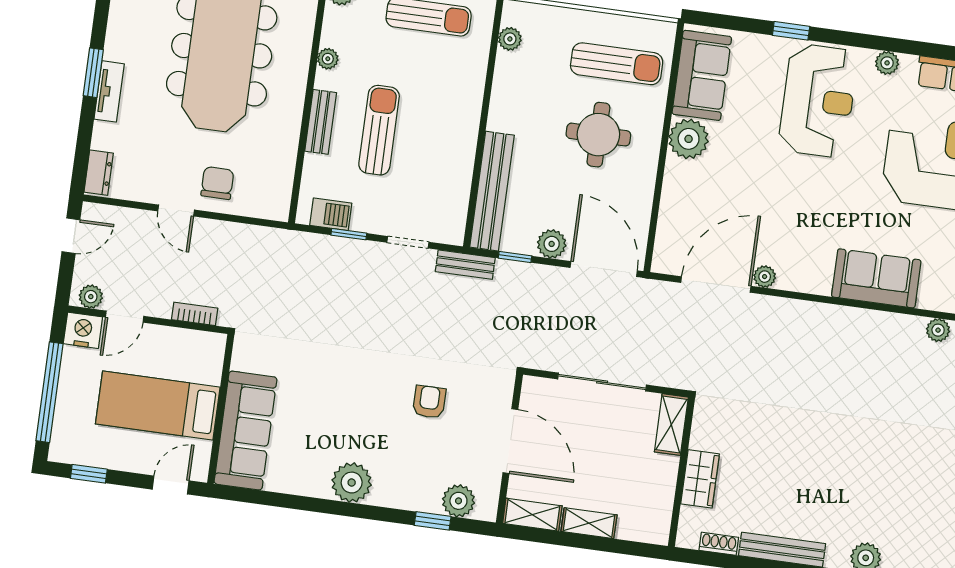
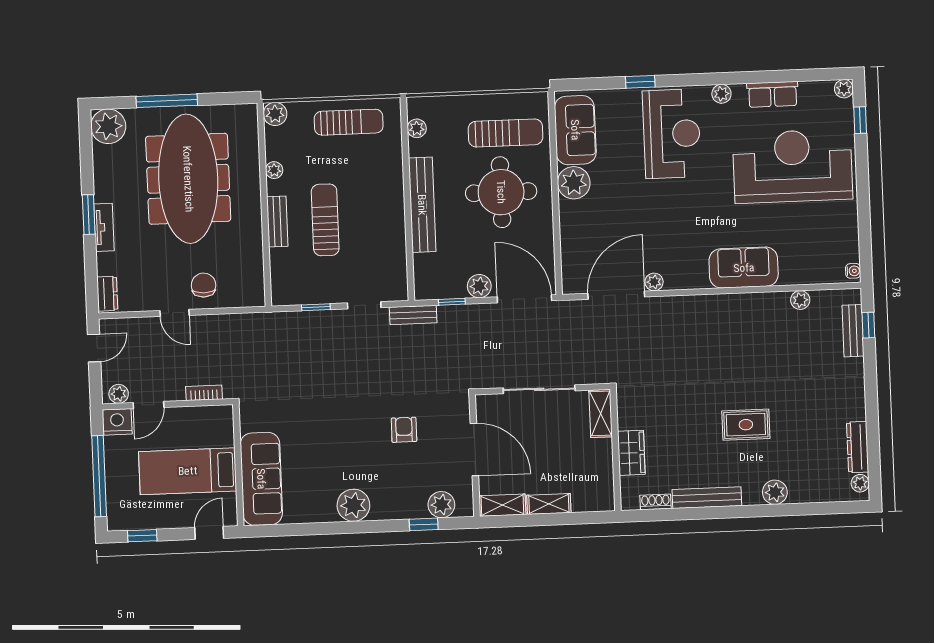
round table: (598, 135) -> (501, 192), width x1.36, depth x1.36
bench: (492, 191) -> (422, 205), moved
barbecue: (331, 214) -> (299, 294), removed
rug: (845, 470) -> (746, 425), added

